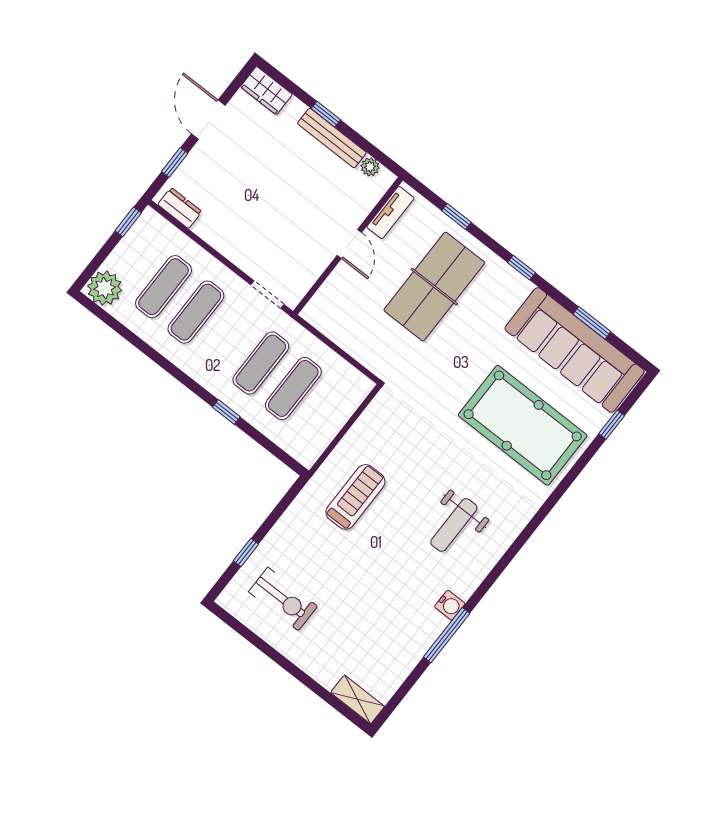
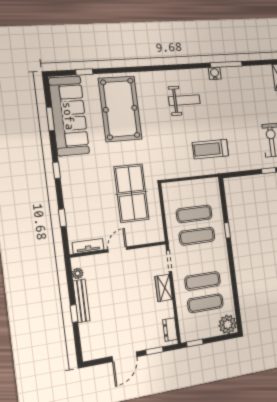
wardrobe: (266, 91) -> (164, 288), moved, turned 180
table tennis table: (434, 286) -> (131, 193), moved, turned 90

